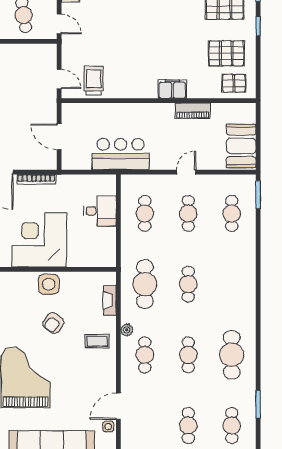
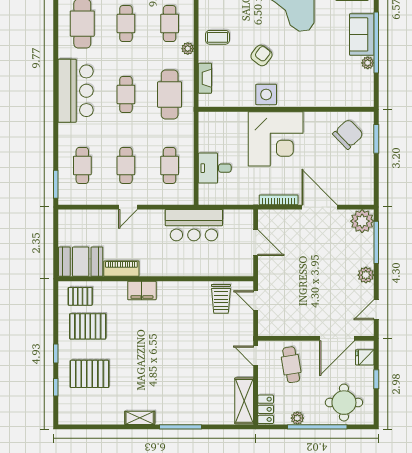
booth: (241, 146) -> (81, 262), moved, turned 90
bar counter: (238, 288) -> (76, 91), added

